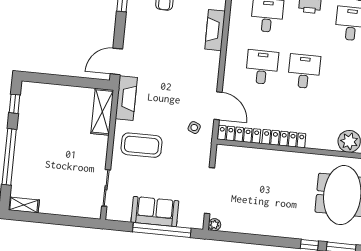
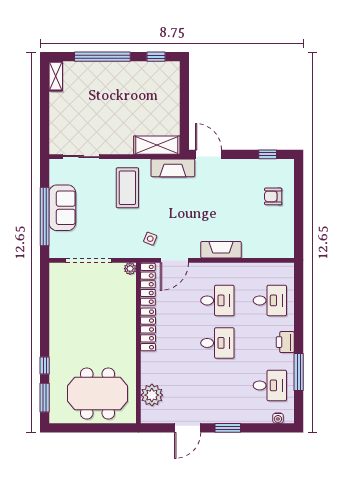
fireplace: (215, 30) -> (221, 250), moved
plant: (214, 225) -> (130, 269), moved

